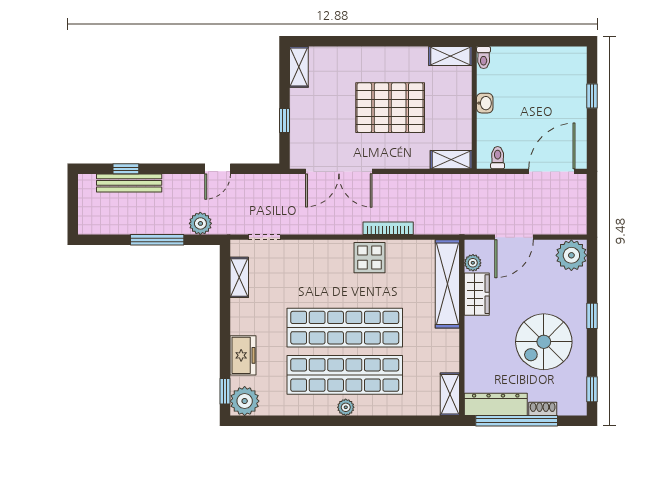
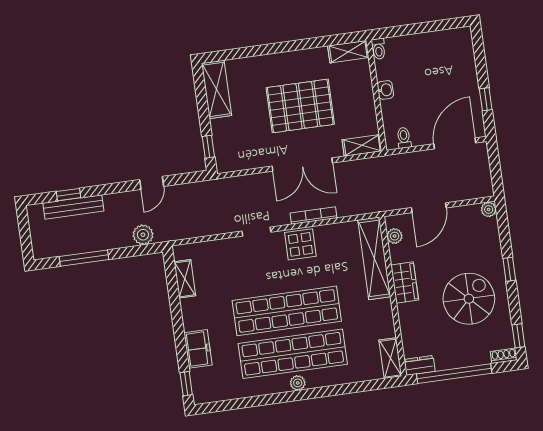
shelving: (299, 67) -> (217, 89), width x1.50, depth x1.33
window: (592, 96) -> (486, 99), moved
window: (285, 121) -> (208, 147), moved
double door: (339, 171) -> (302, 165), moved
doorway: (264, 237) -> (256, 232), moved
window: (157, 240) -> (84, 258), moved
plant: (571, 255) -> (489, 209), width x0.53, depth x0.53
wardrobe: (477, 294) -> (405, 282), moved
spiral stairs: (544, 342) -> (469, 299), turned 180
plant: (245, 401) -> (205, 390), removed
dresser: (496, 404) -> (420, 365), width x0.51, depth x0.80
shoe rack: (543, 409) -> (504, 356), moved

